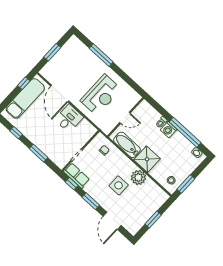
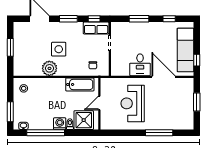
shower: (147, 159) -> (84, 120), moved
window: (186, 184) -> (10, 112), moved

